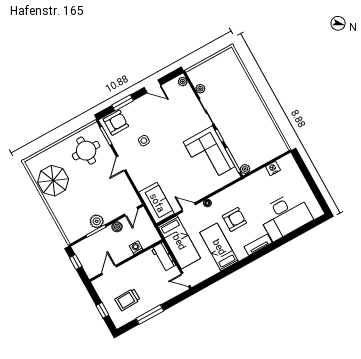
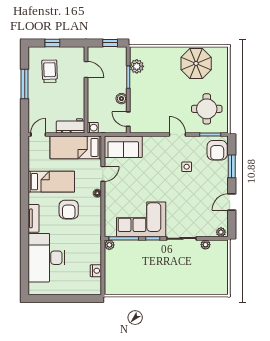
plant: (97, 221) -> (137, 66), moved
washing machine: (136, 248) -> (93, 128), moved

